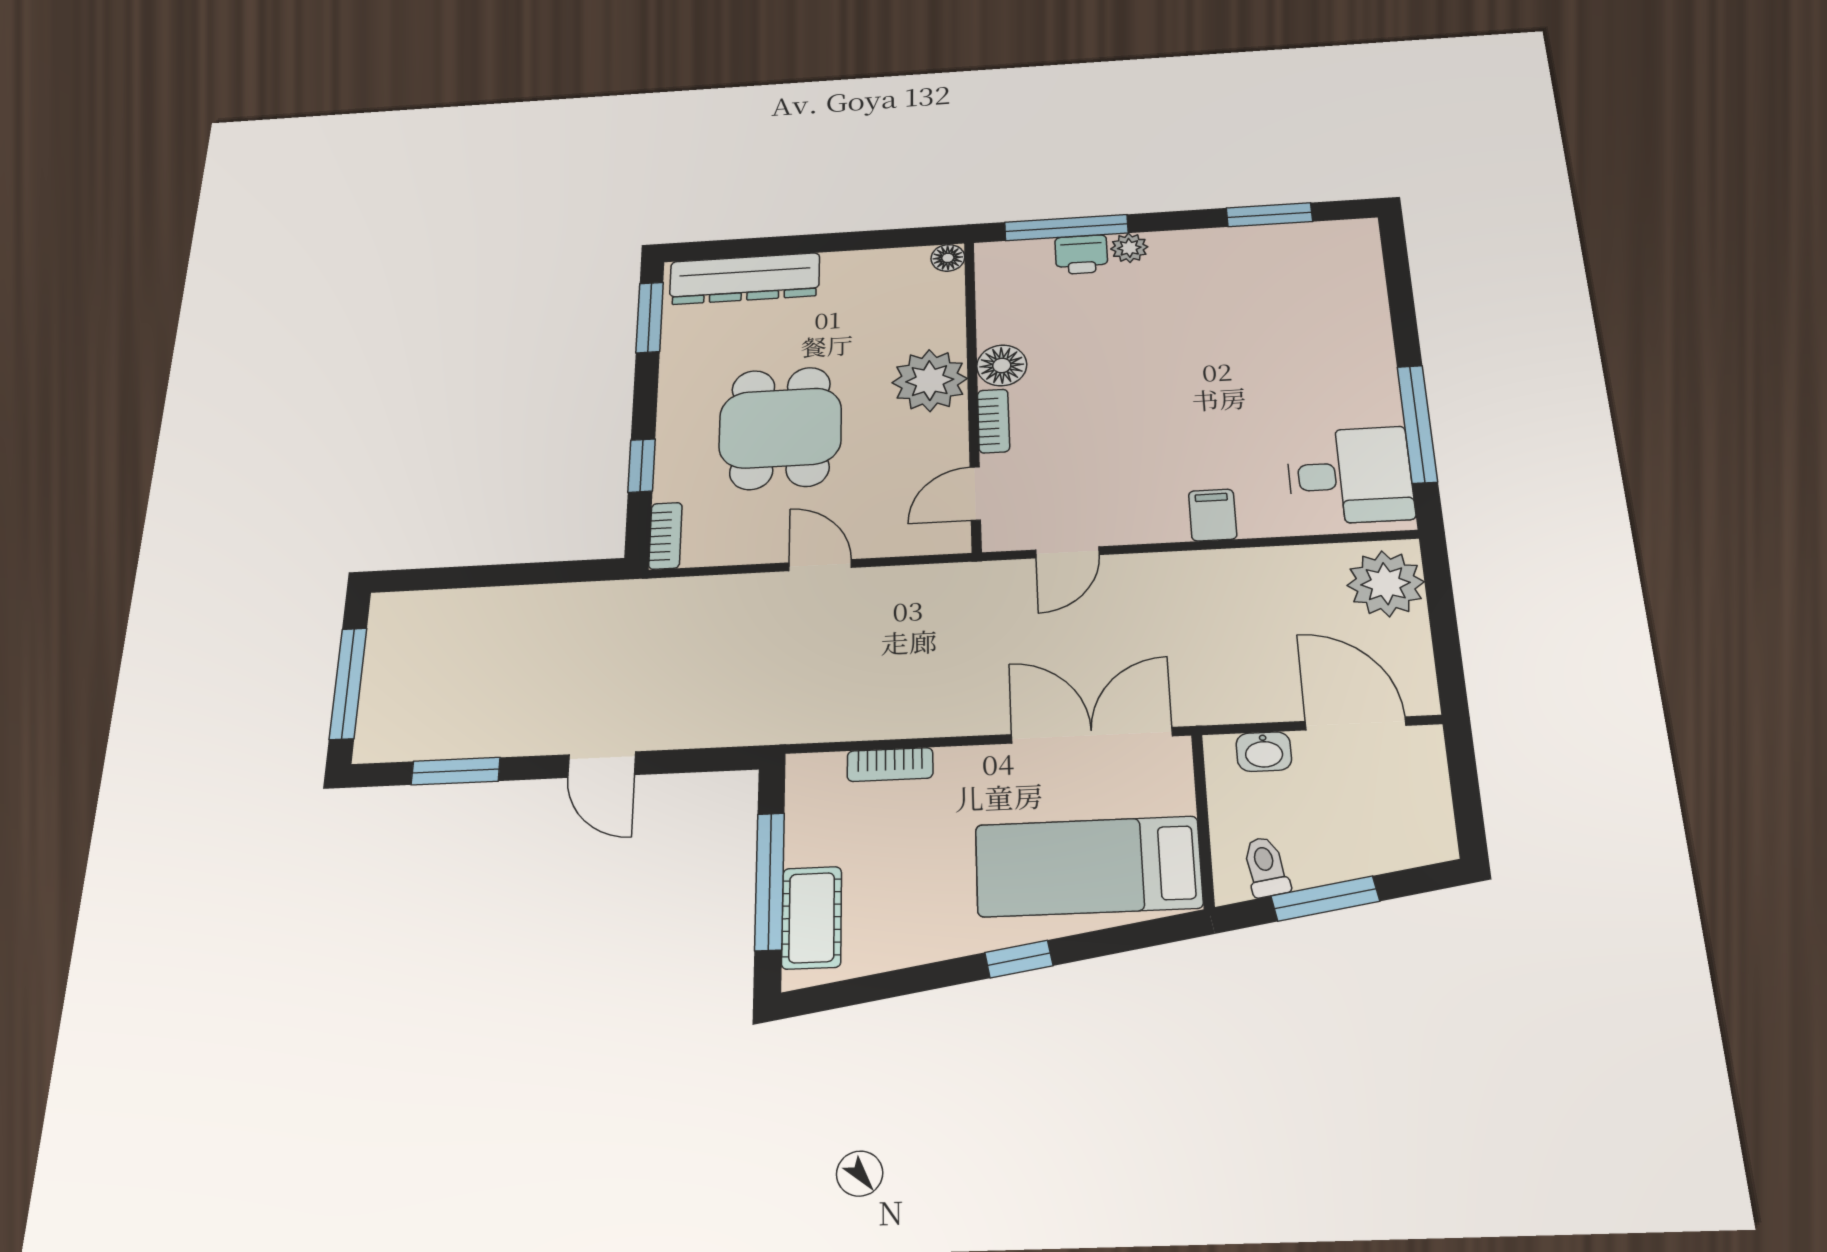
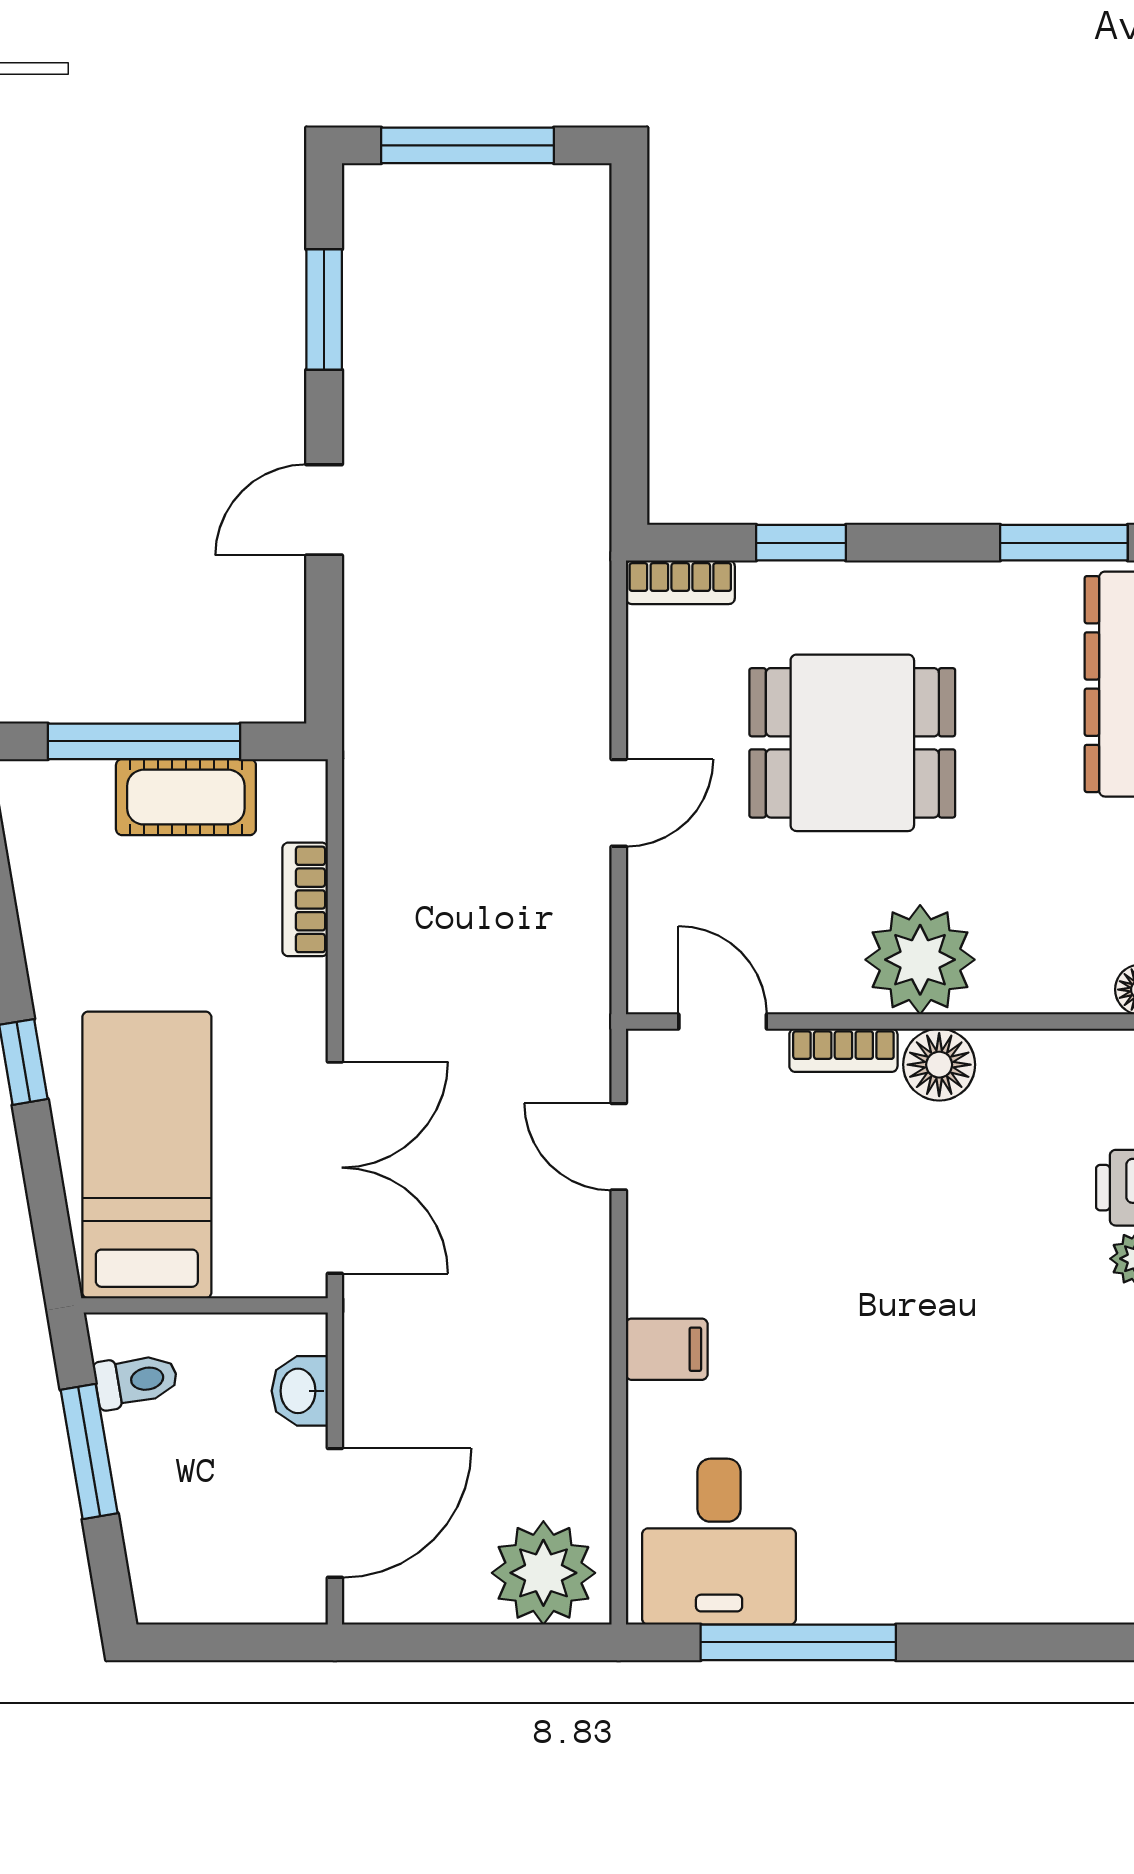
cot: (812, 918) -> (186, 797), moved

